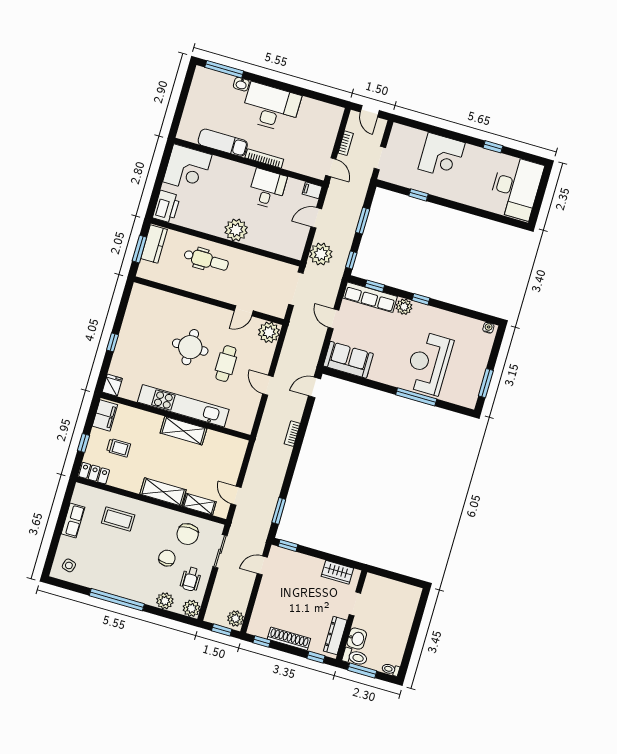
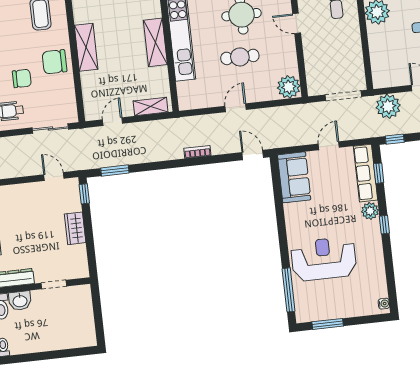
door: (244, 311) -> (297, 23), moved
window: (416, 397) -> (289, 290), moved
shelving: (199, 504) -> (151, 107), moved, turned 90
chair: (188, 534) -> (54, 62), moved
wardrobe: (337, 572) -> (75, 228), moved

